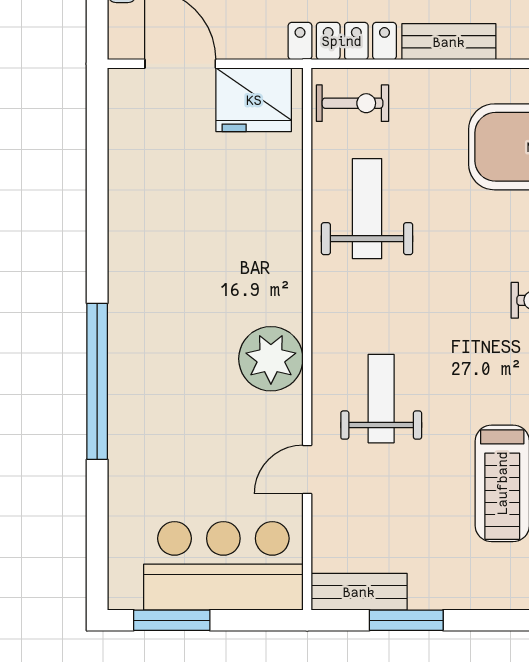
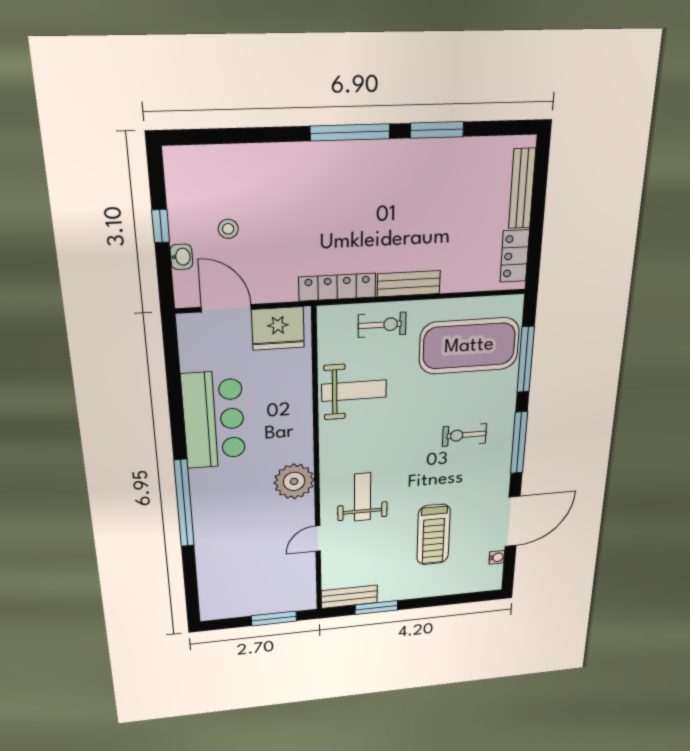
exercise bike: (352, 103) -> (382, 325), moved
weight bench: (367, 209) -> (354, 391), turned 90
bar counter: (223, 566) -> (214, 420), moved, turned 90
window: (172, 620) -> (274, 618), moved

